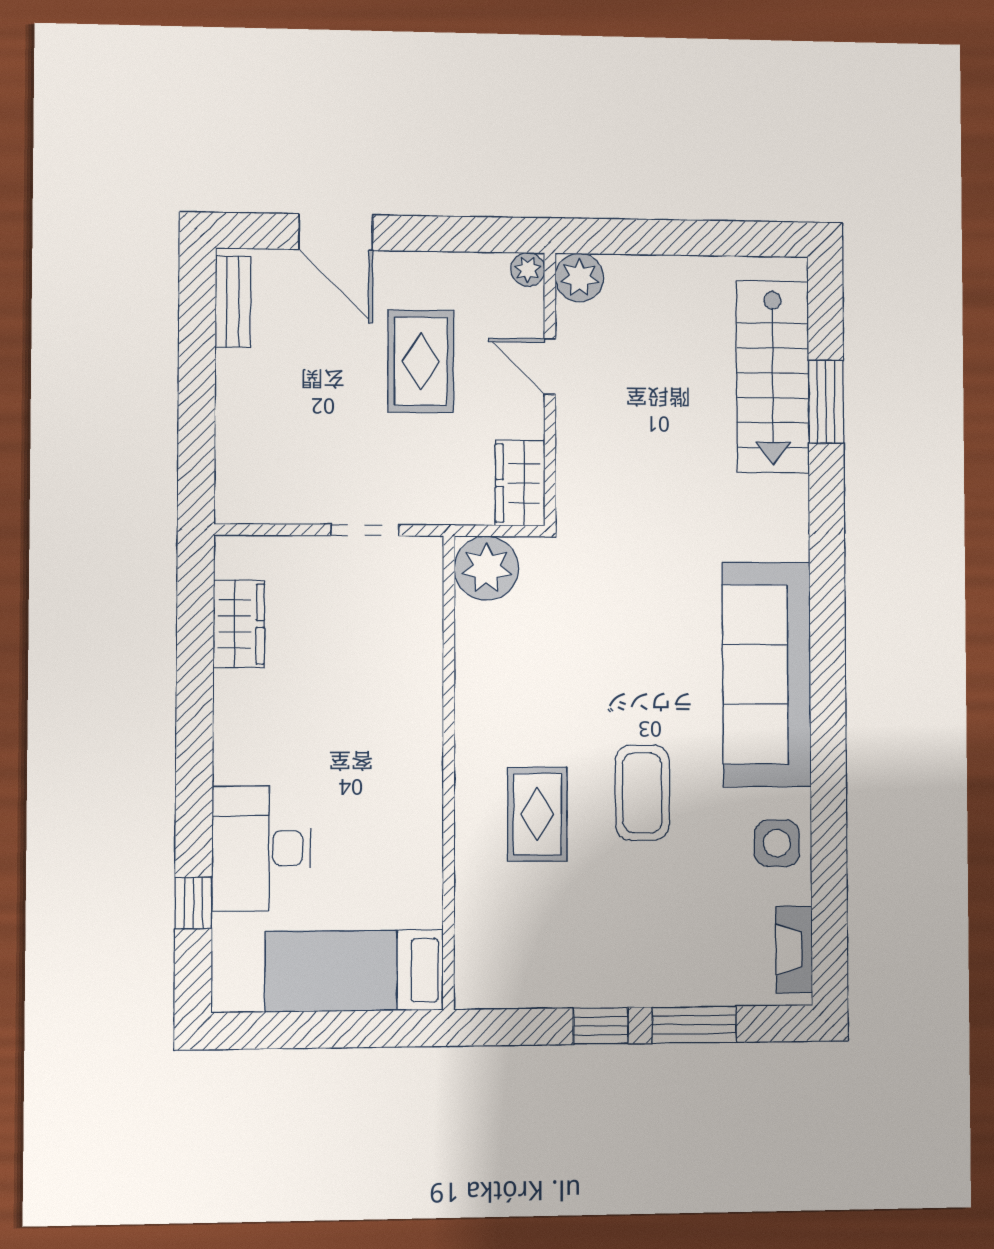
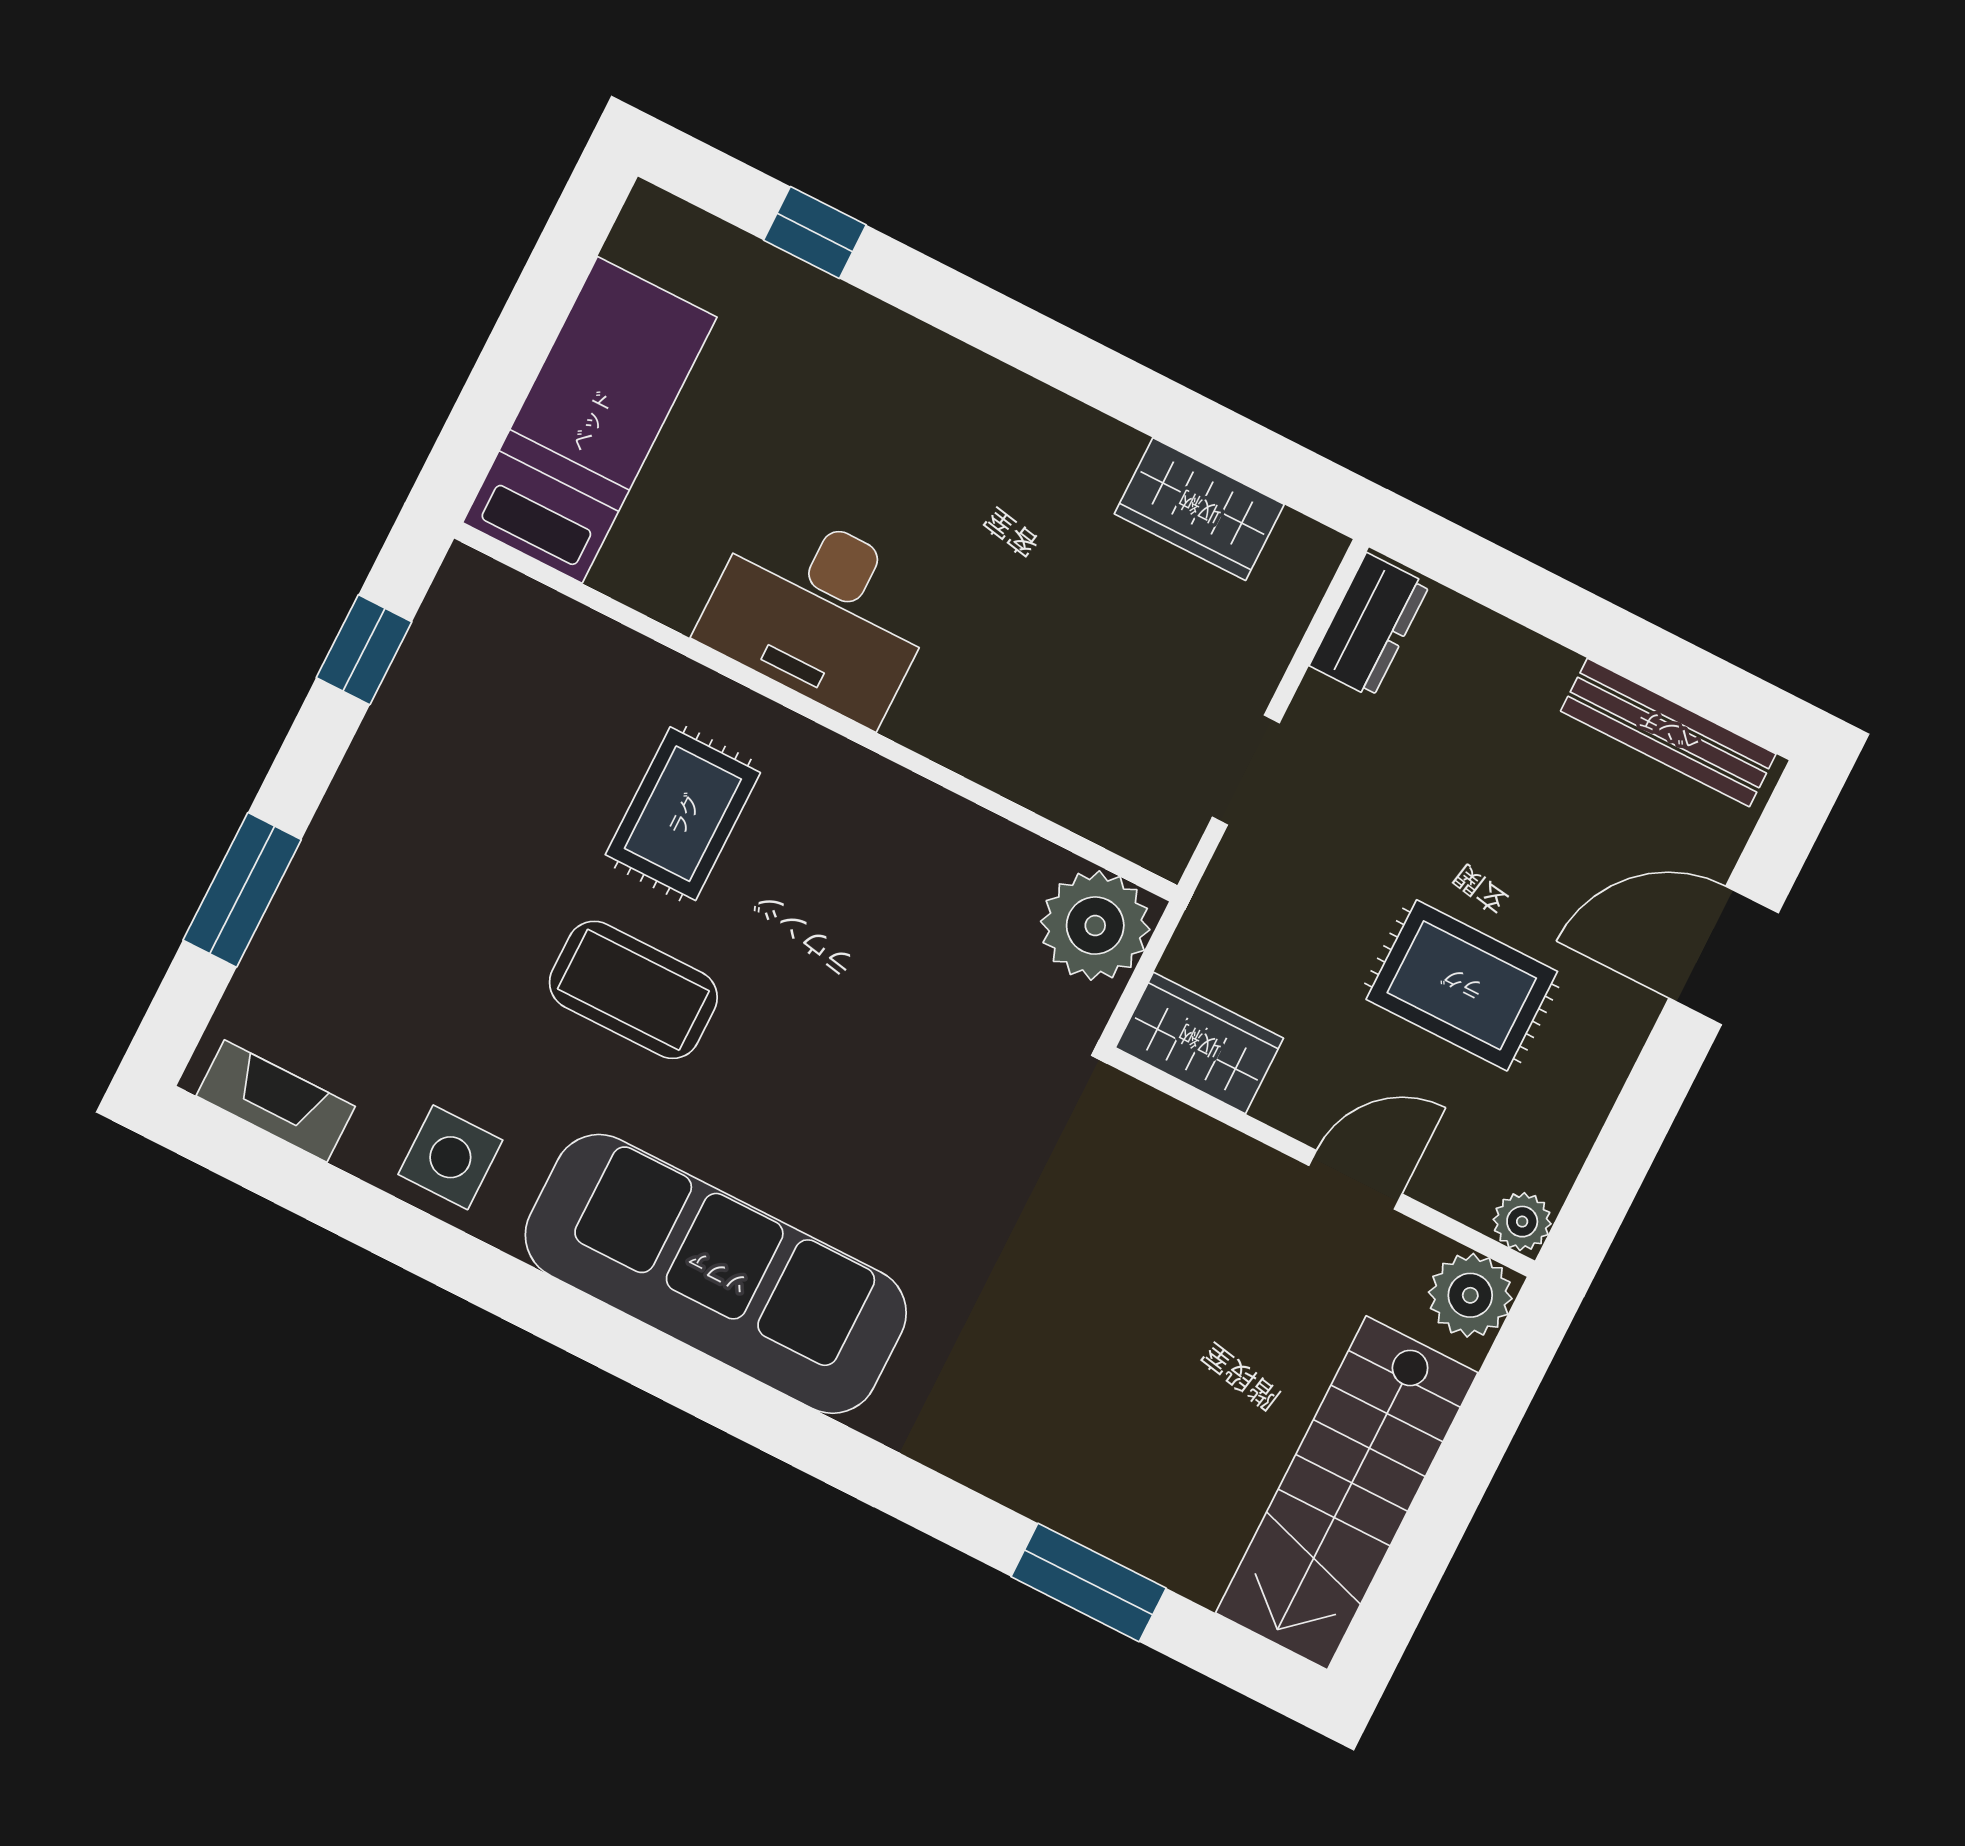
bench: (233, 302) -> (1668, 732), width x1.36
stairs: (773, 377) -> (1347, 1493), moved, turned -90
dresser: (255, 503) -> (1370, 625), added
rug: (537, 814) -> (683, 814), turned 90
desk: (261, 848) -> (820, 612), moved, turned 180
window: (601, 1026) -> (364, 650), moved

